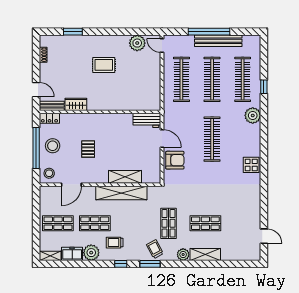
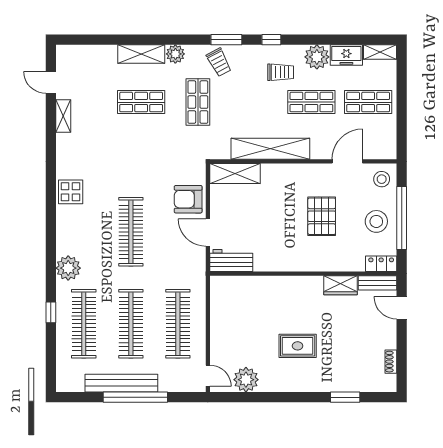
pallet: (88, 149) -> (322, 216), width x1.50, depth x1.42
shelving: (125, 177) -> (235, 174), moved
shelving: (256, 214) -> (63, 116), added

